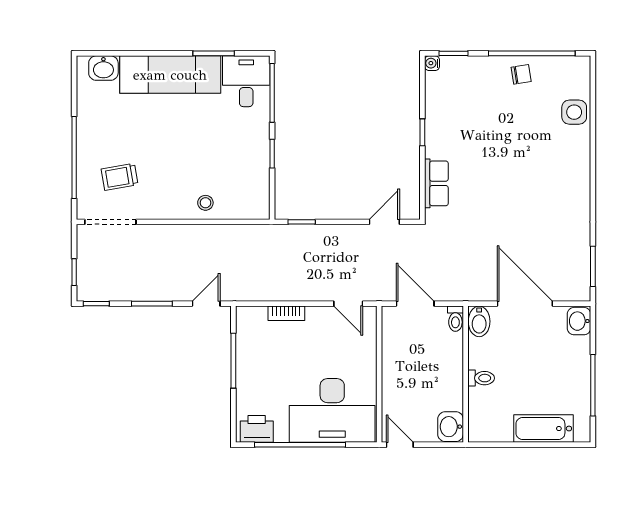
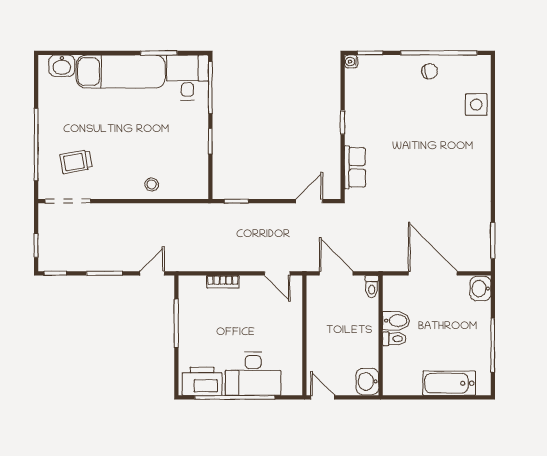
bidet: (479, 321) -> (396, 321), moved, turned -90
desk: (332, 410) -> (253, 374), width x0.73, depth x0.77
printer: (257, 429) -> (202, 381), width x1.37, depth x1.19

